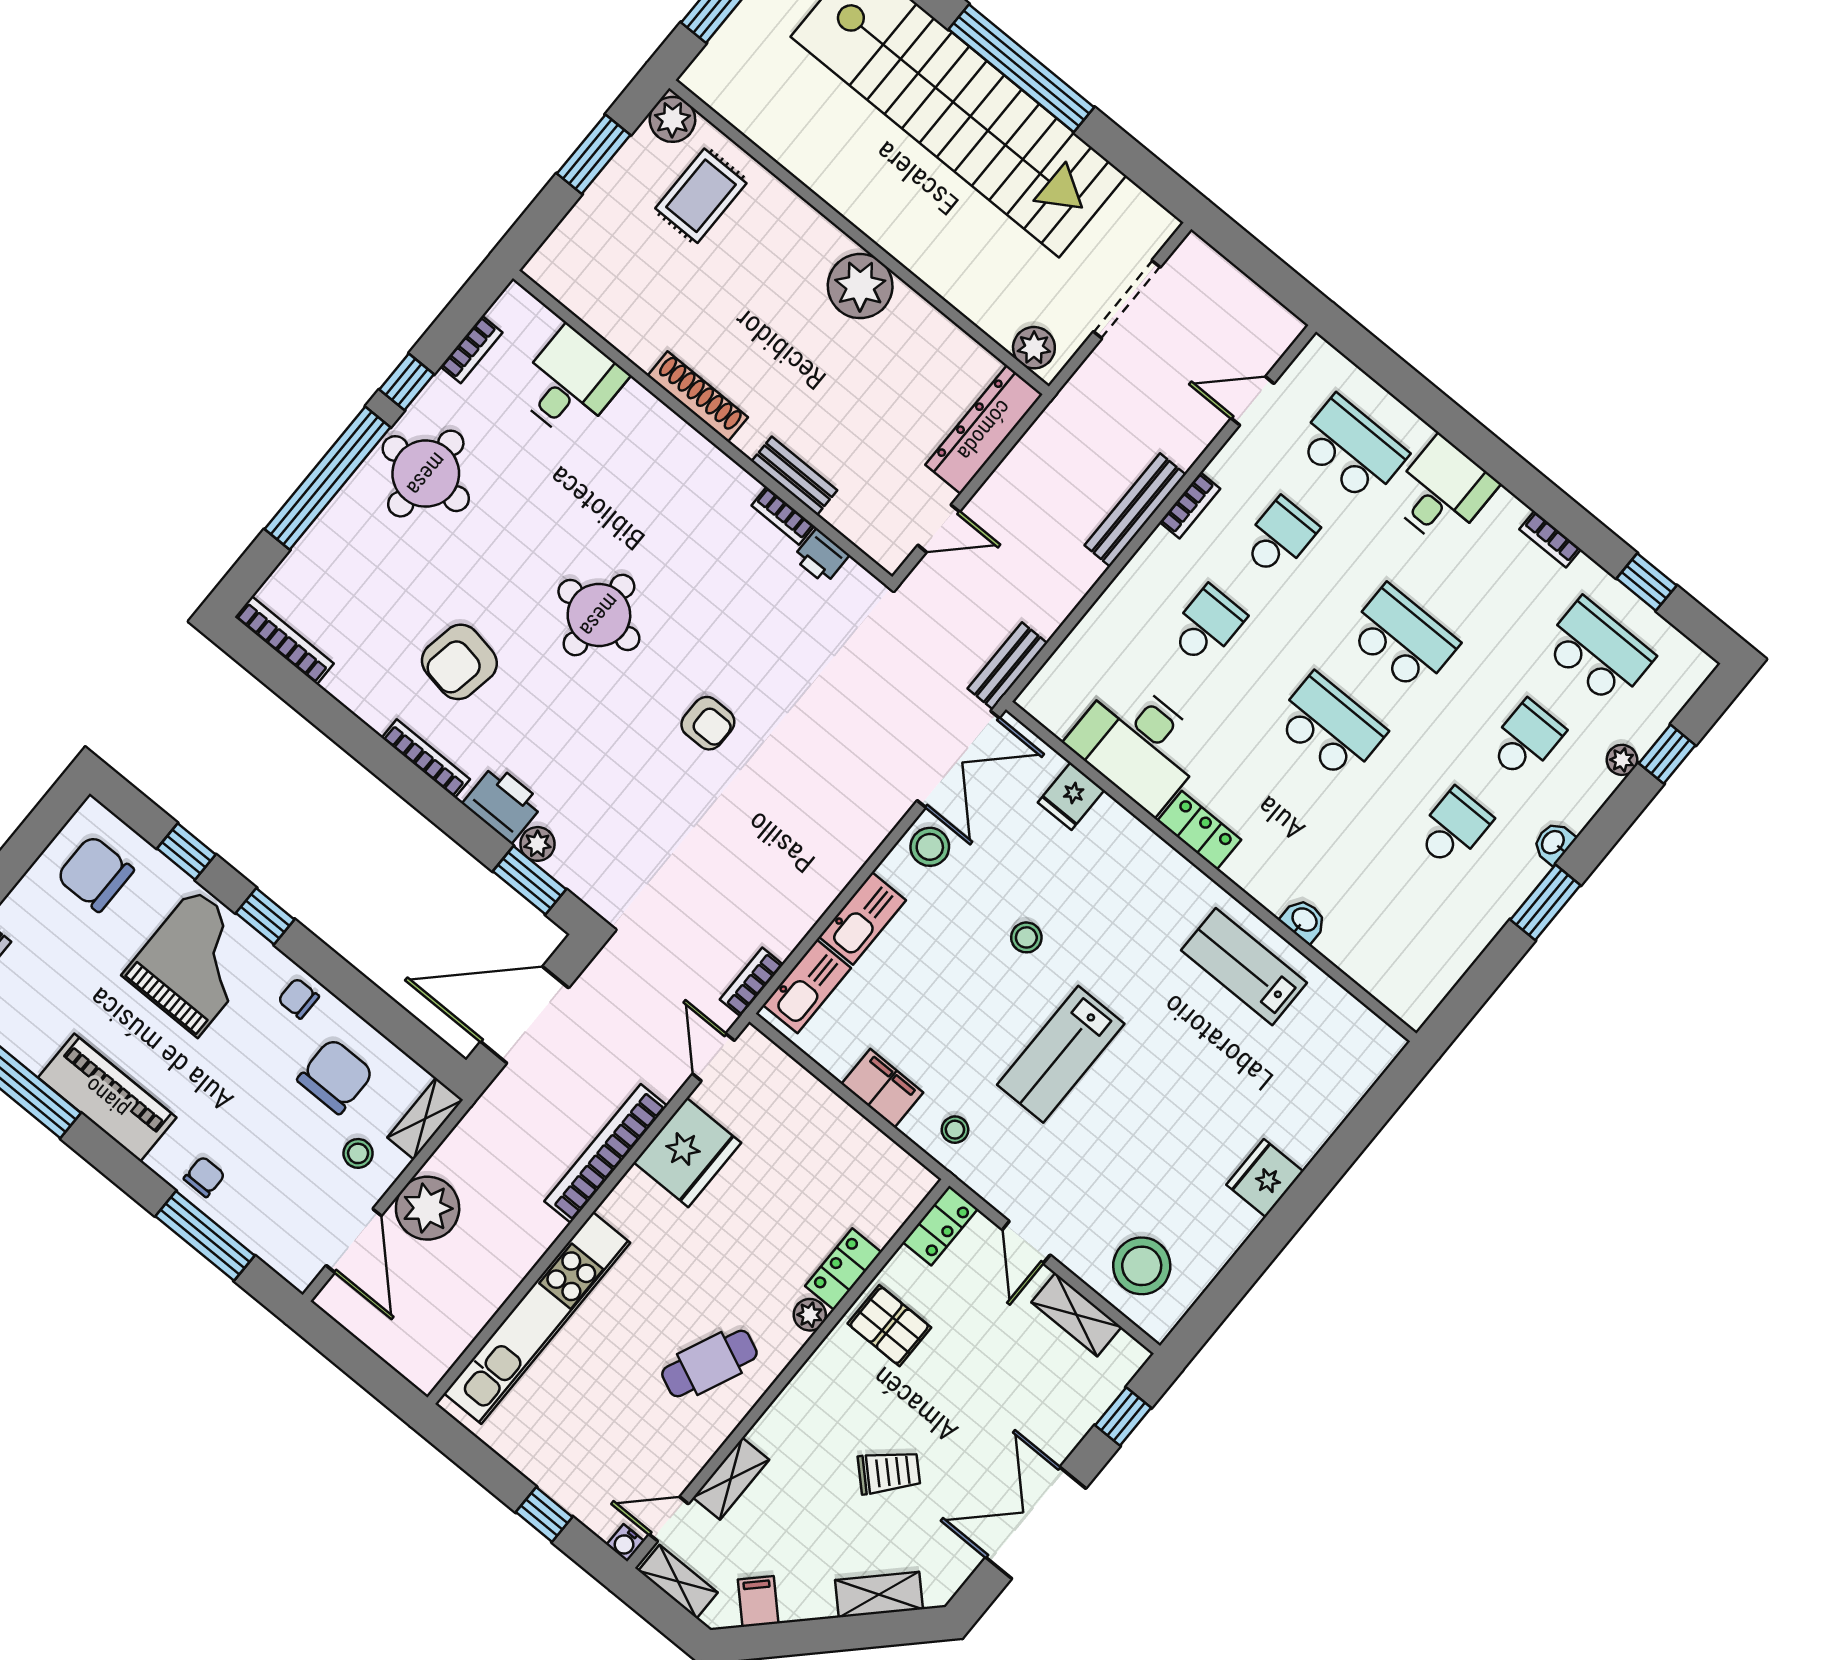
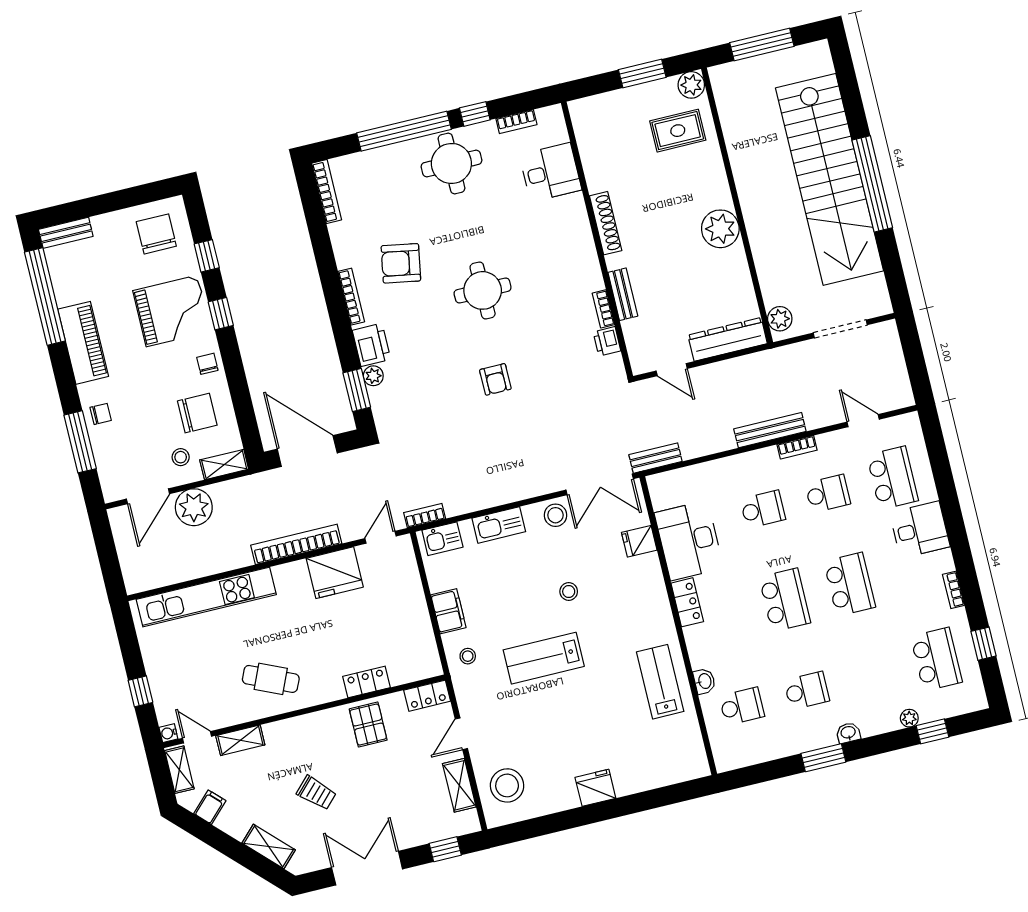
school desk: (1526, 740) -> (742, 706), moved
kitchen sink: (807, 986) -> (442, 539), width x0.73
plant: (810, 1315) -> (335, 691), removed

